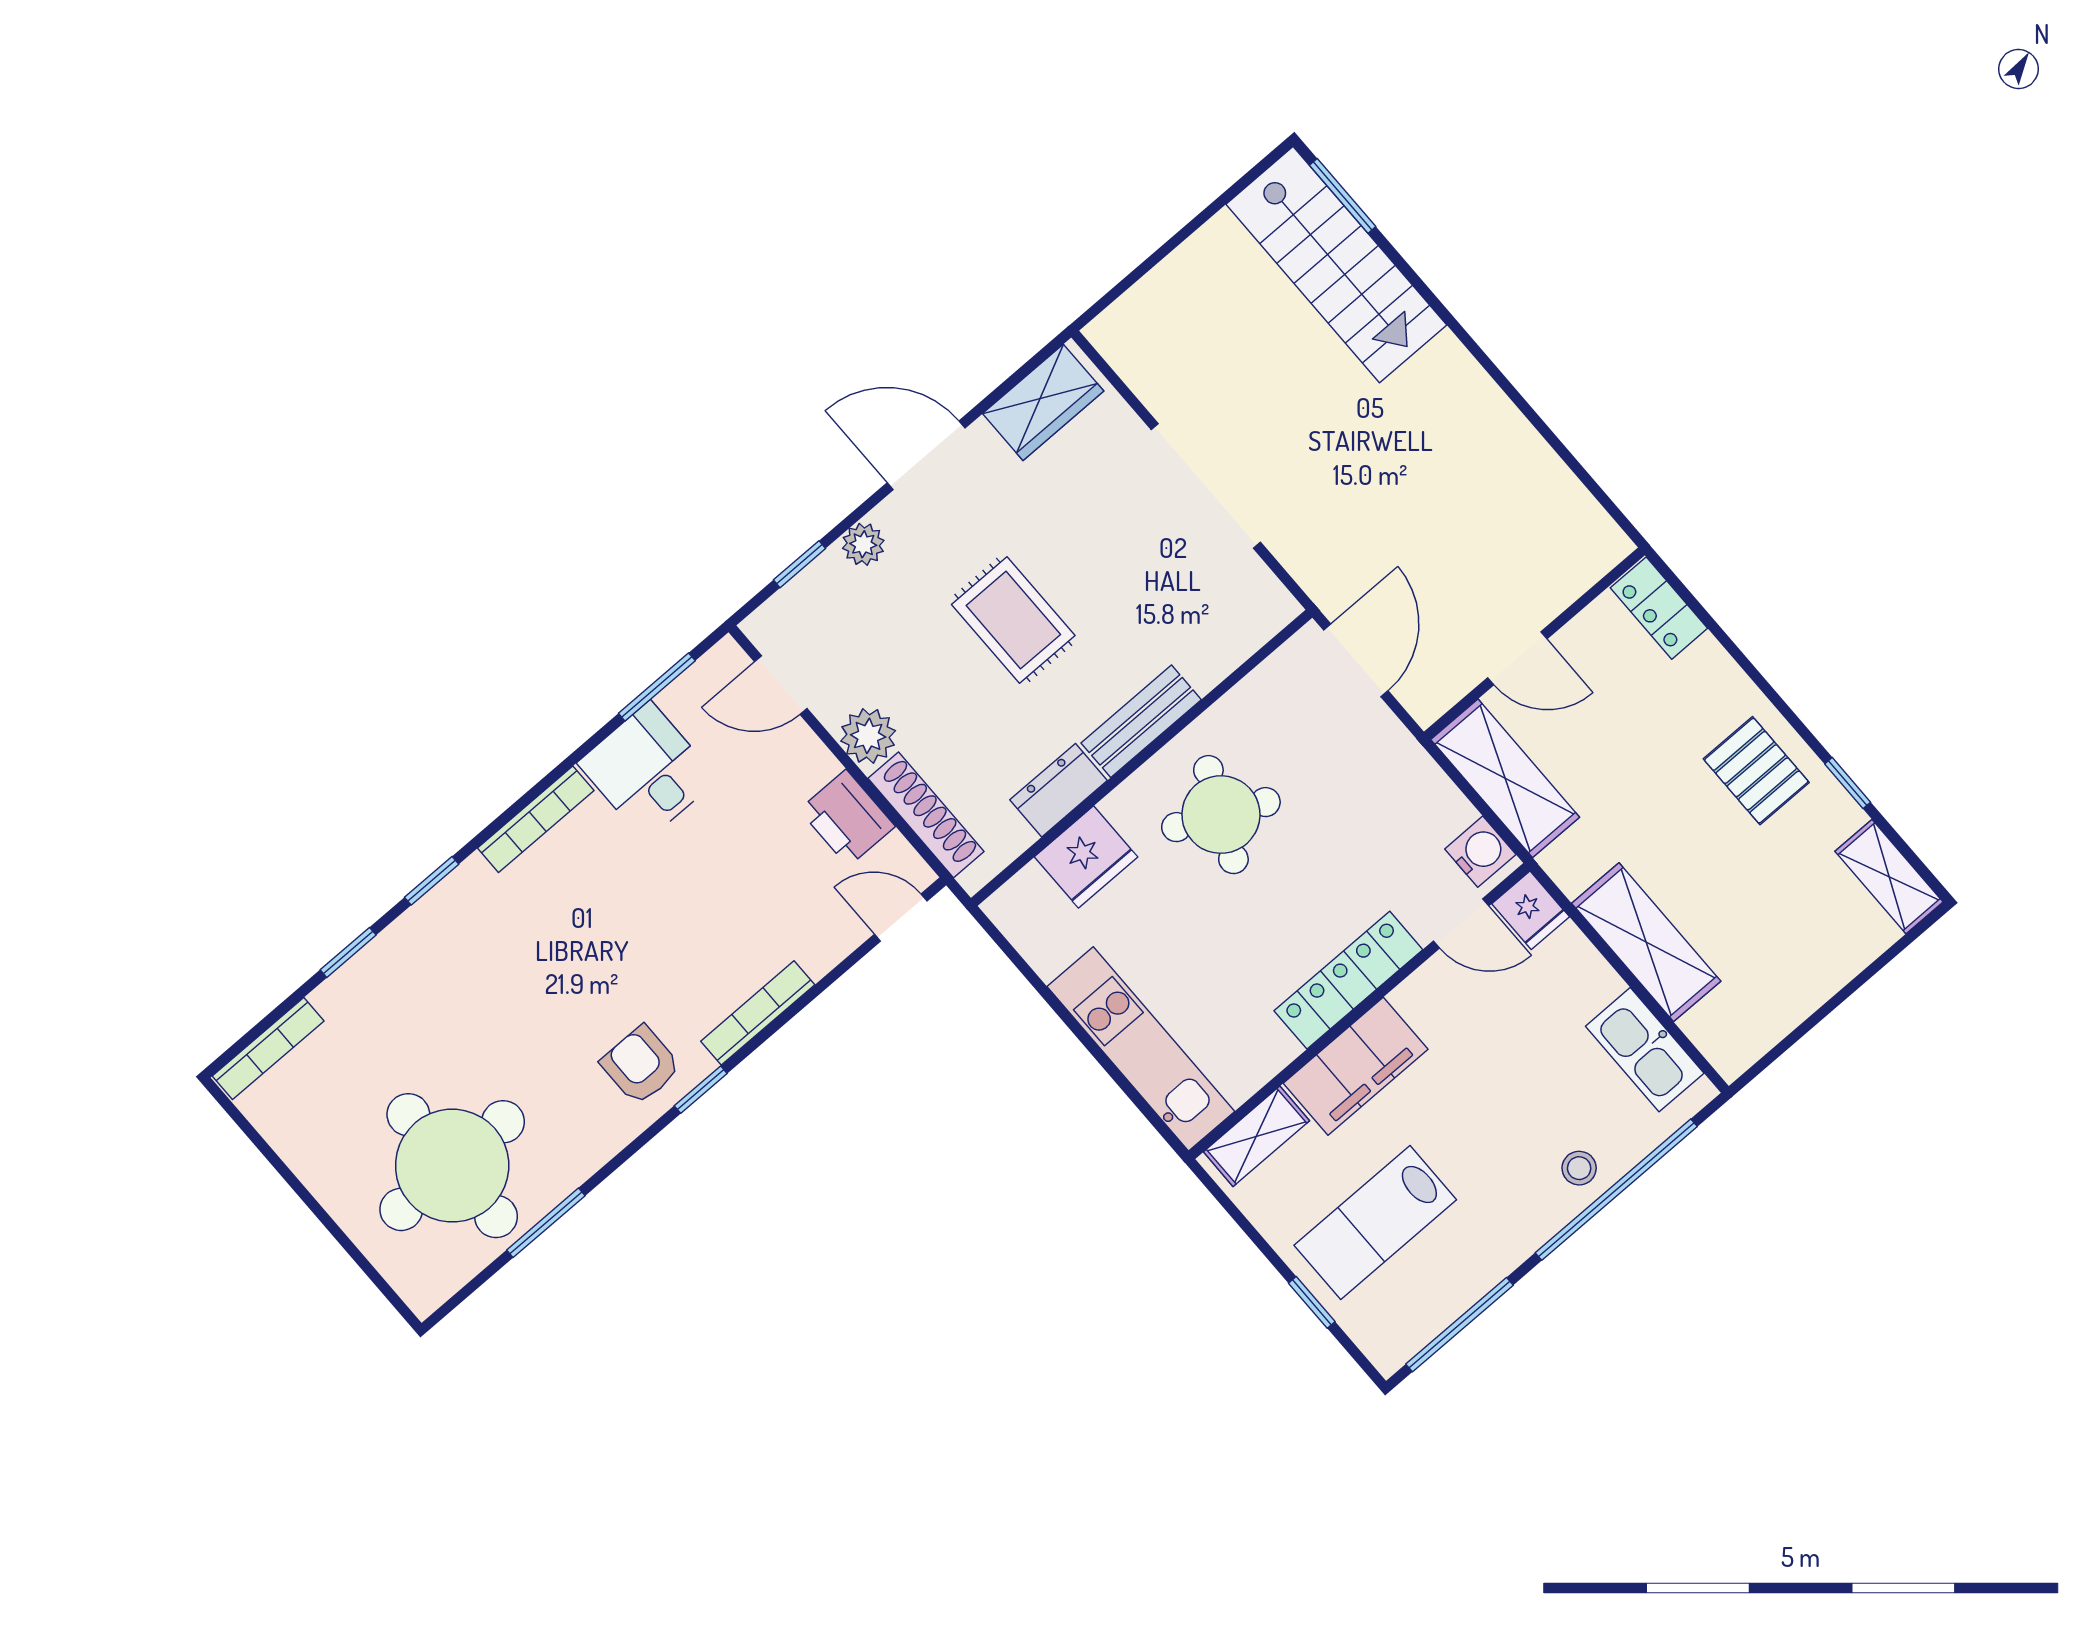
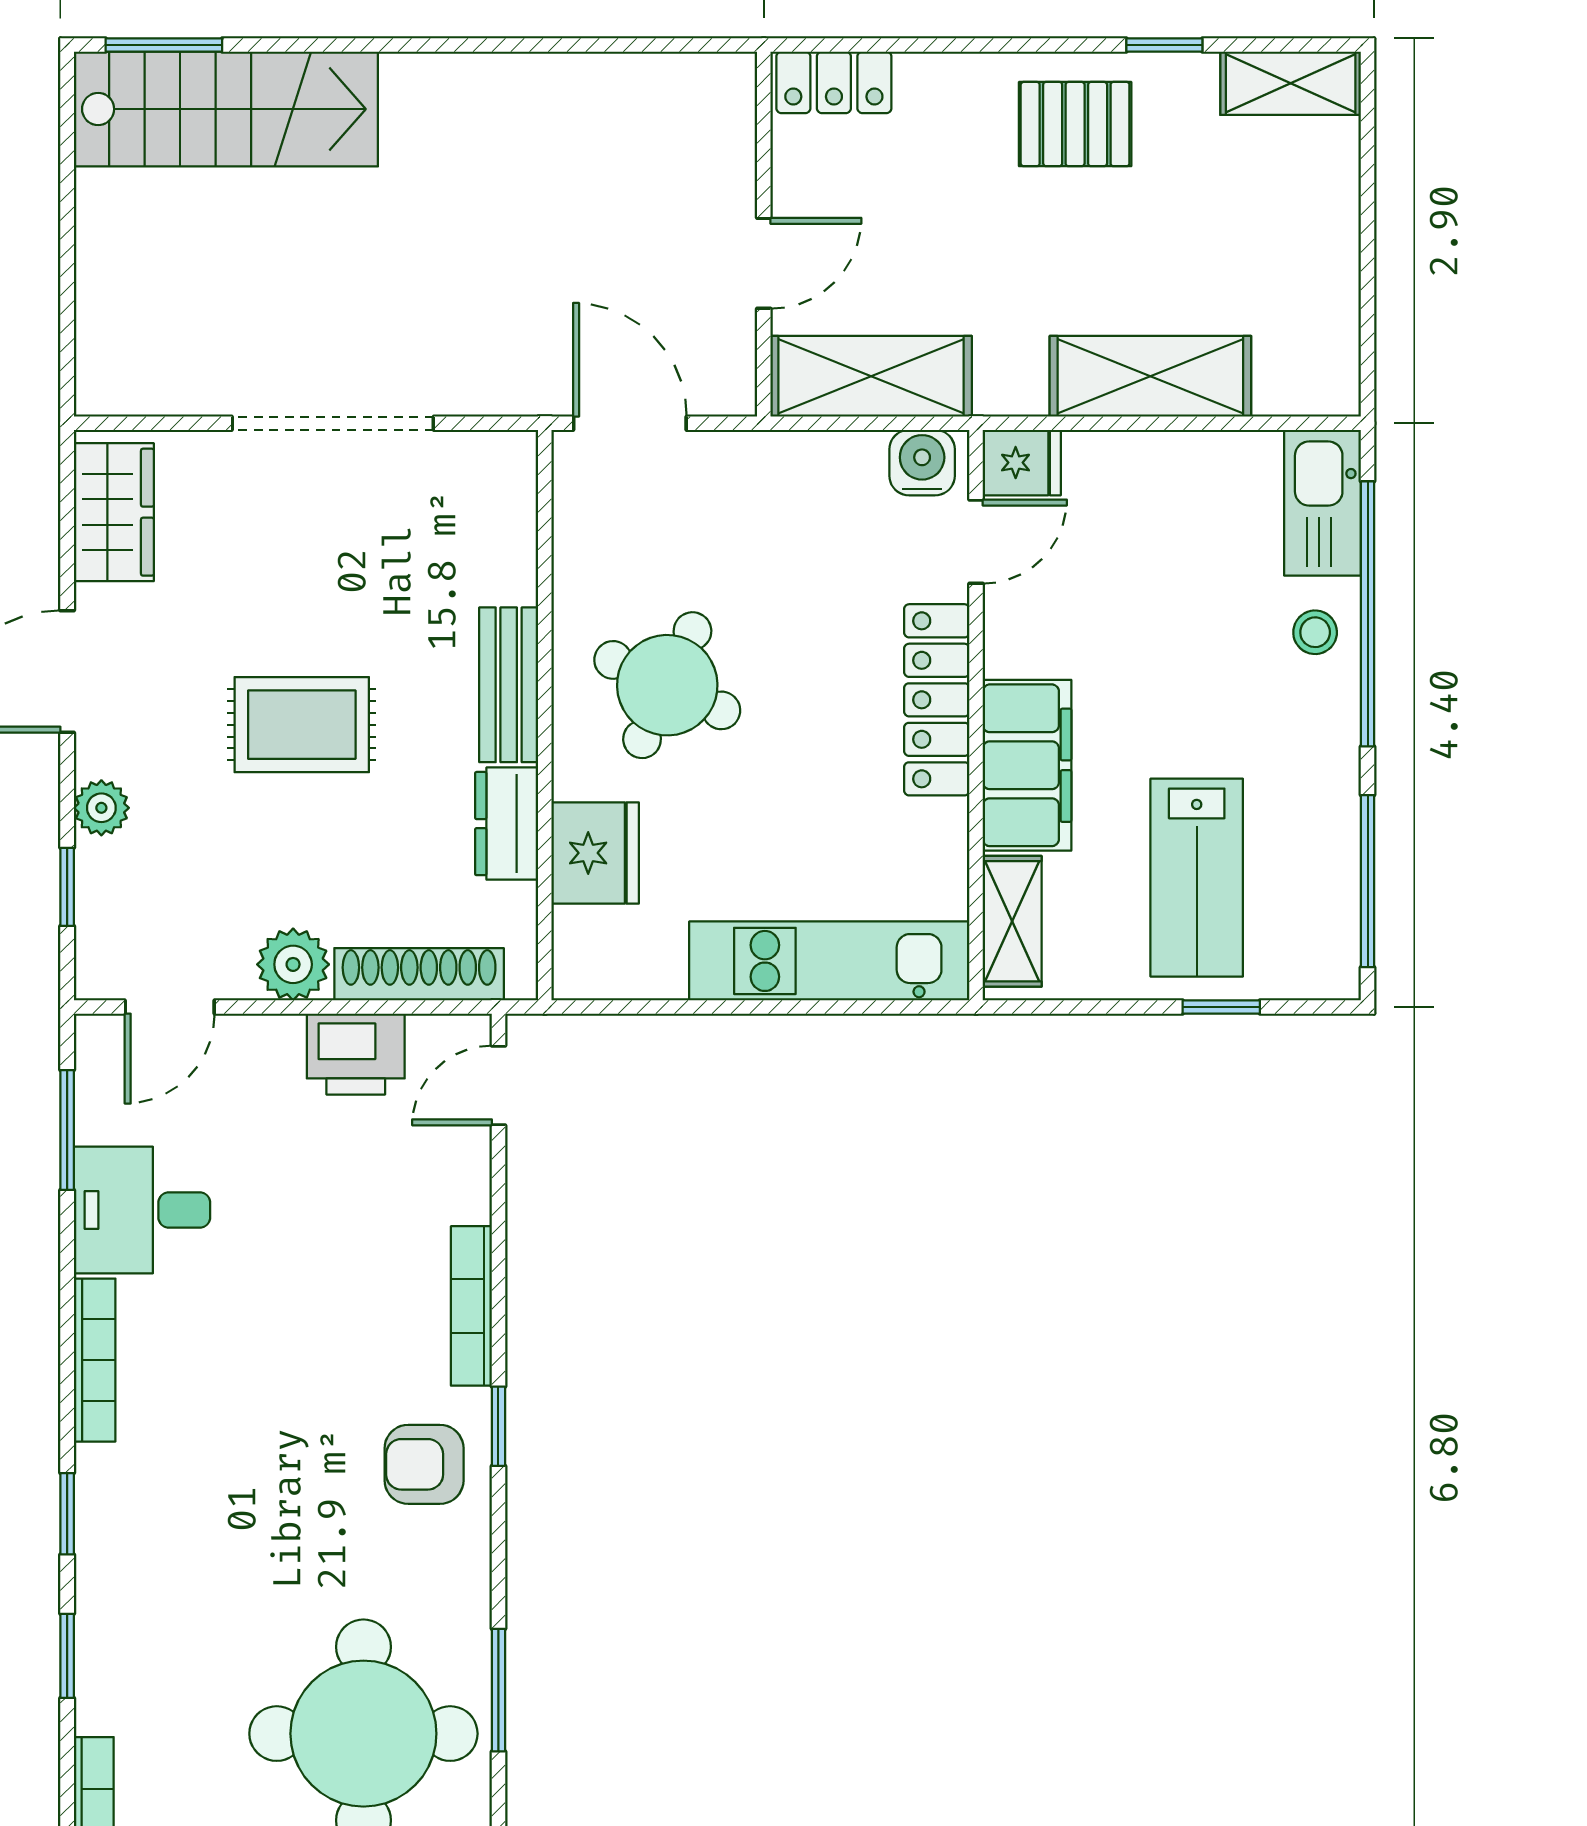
kitchen sink: (1645, 1050) -> (1322, 503), moved, turned 90

